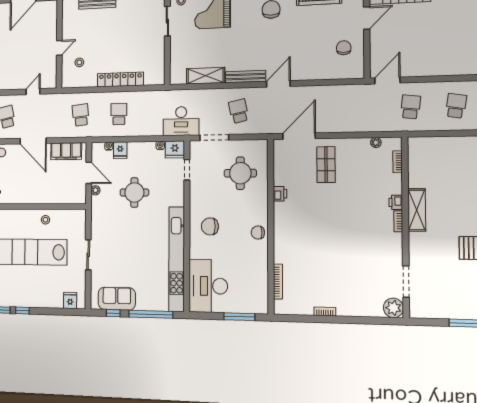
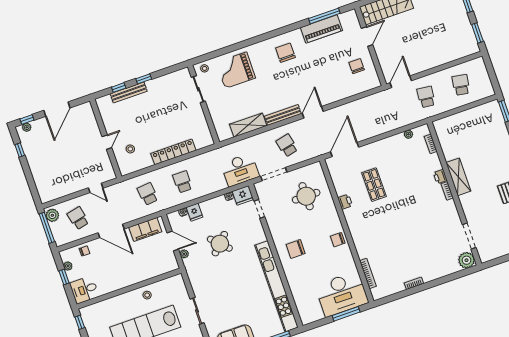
door: (33, 92) -> (96, 188), swing flipped
shop shelf: (326, 165) -> (374, 185), moved
round table: (134, 192) -> (220, 244), turned 45
desk: (208, 286) -> (342, 294), moved, turned -90

